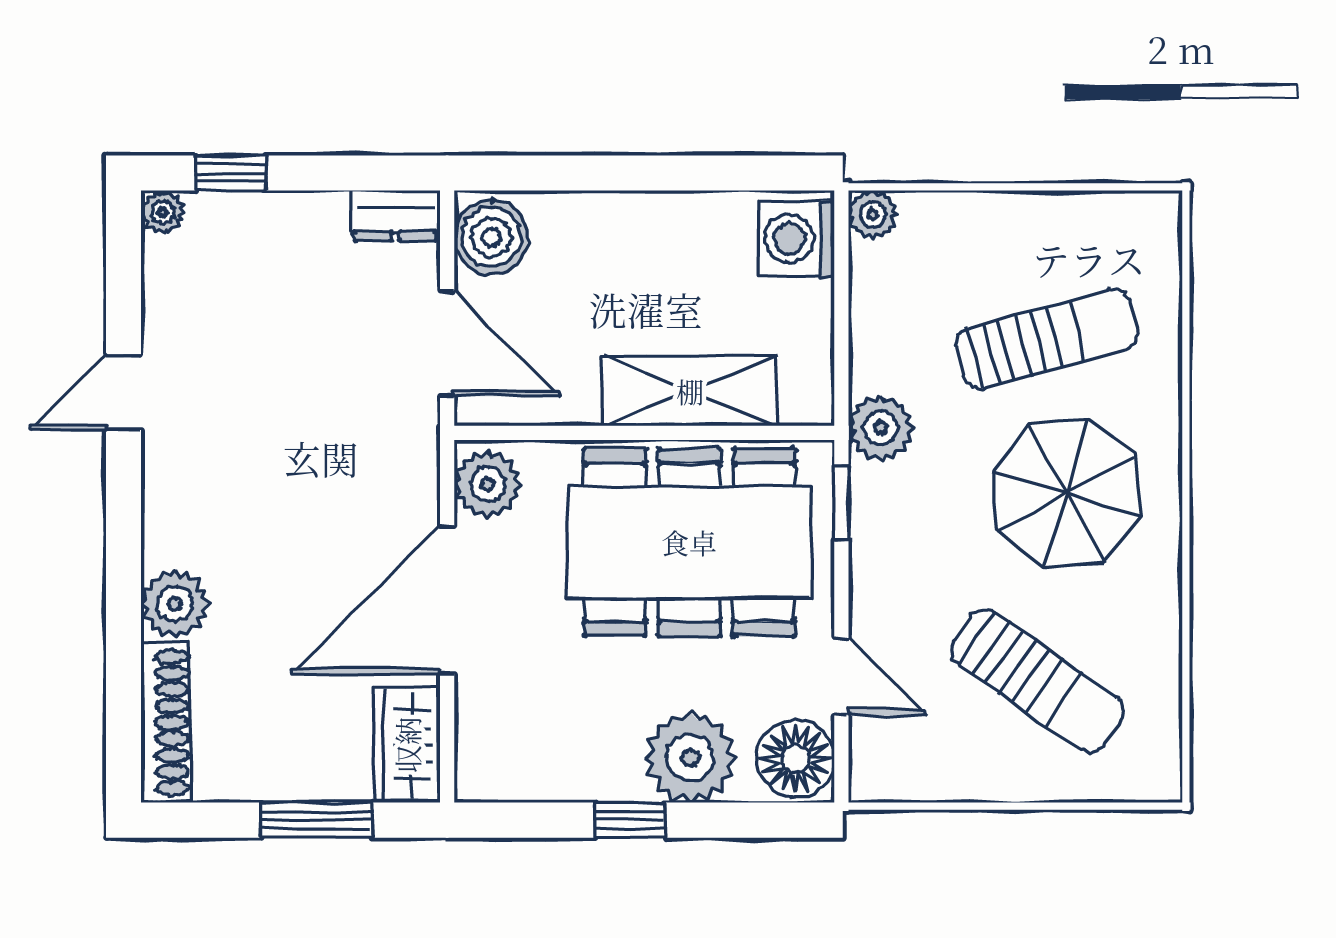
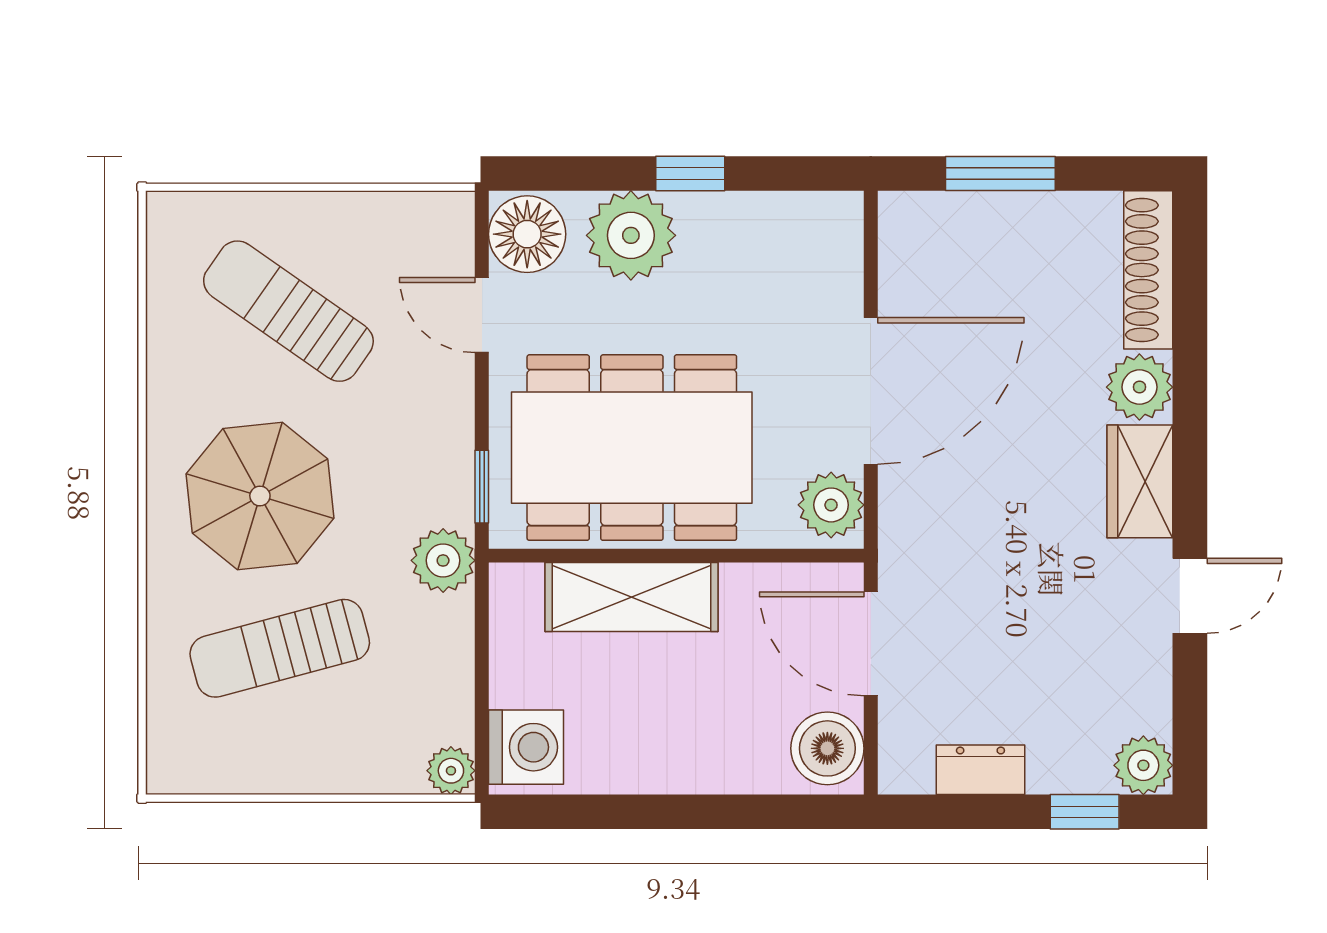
plant: (163, 212) -> (1143, 765), width x1.38, depth x1.38
dresser: (395, 216) -> (980, 770), moved
wardrobe: (407, 745) -> (1140, 481), moved, turned 180

